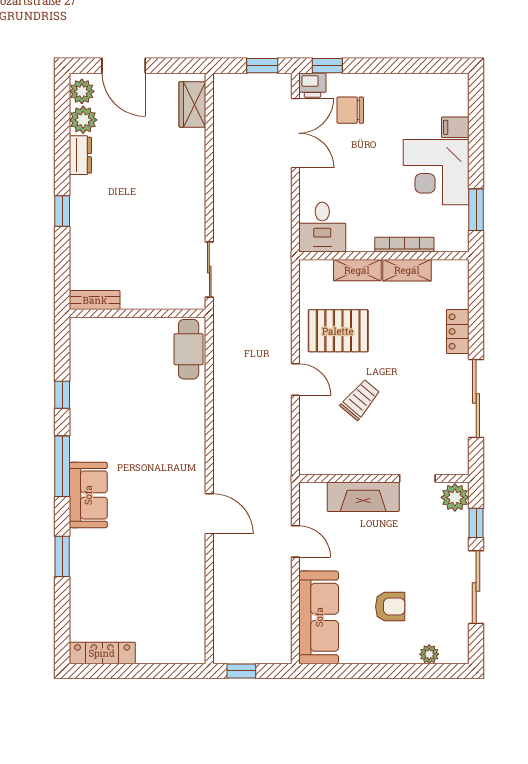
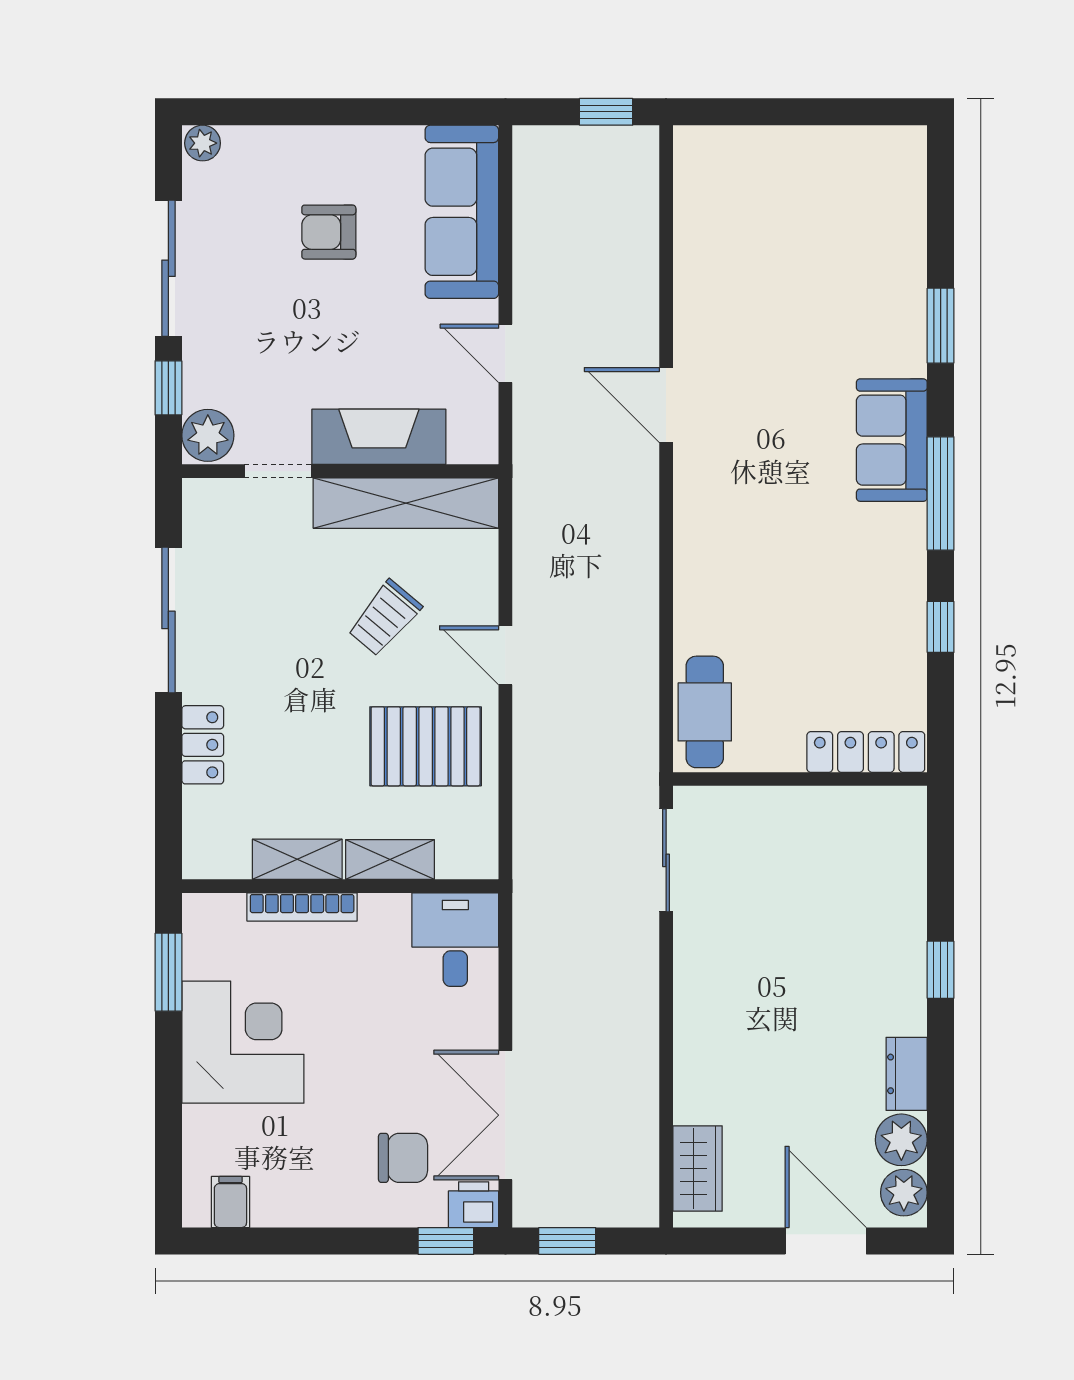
filing cabinet: (455, 127) -> (230, 1202), moved, turned -90
bench: (95, 300) -> (880, 804), removed
shelving: (349, 461) -> (406, 503), added
locker: (102, 653) -> (866, 752), moved, turned 180
plant: (429, 654) -> (203, 143), moved

